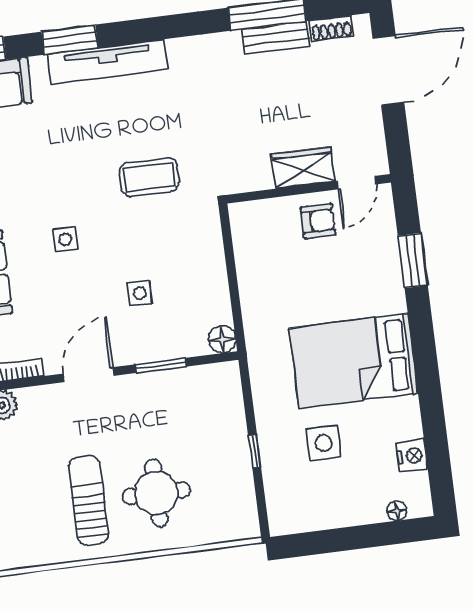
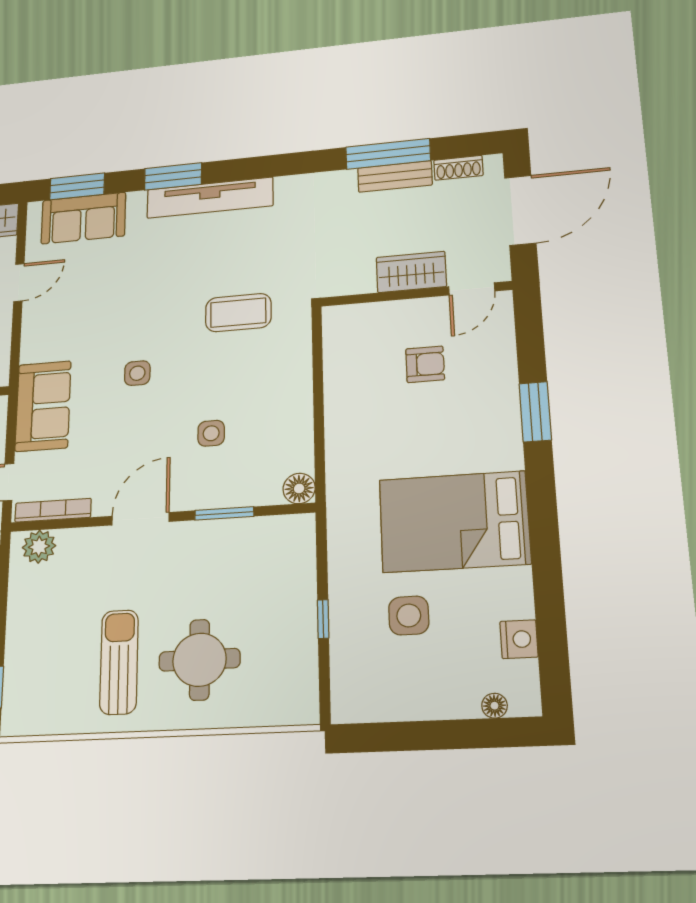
wardrobe: (303, 168) -> (411, 272), moved
door: (356, 183) -> (472, 289), moved
wall: (309, 189) -> (416, 294), moved

